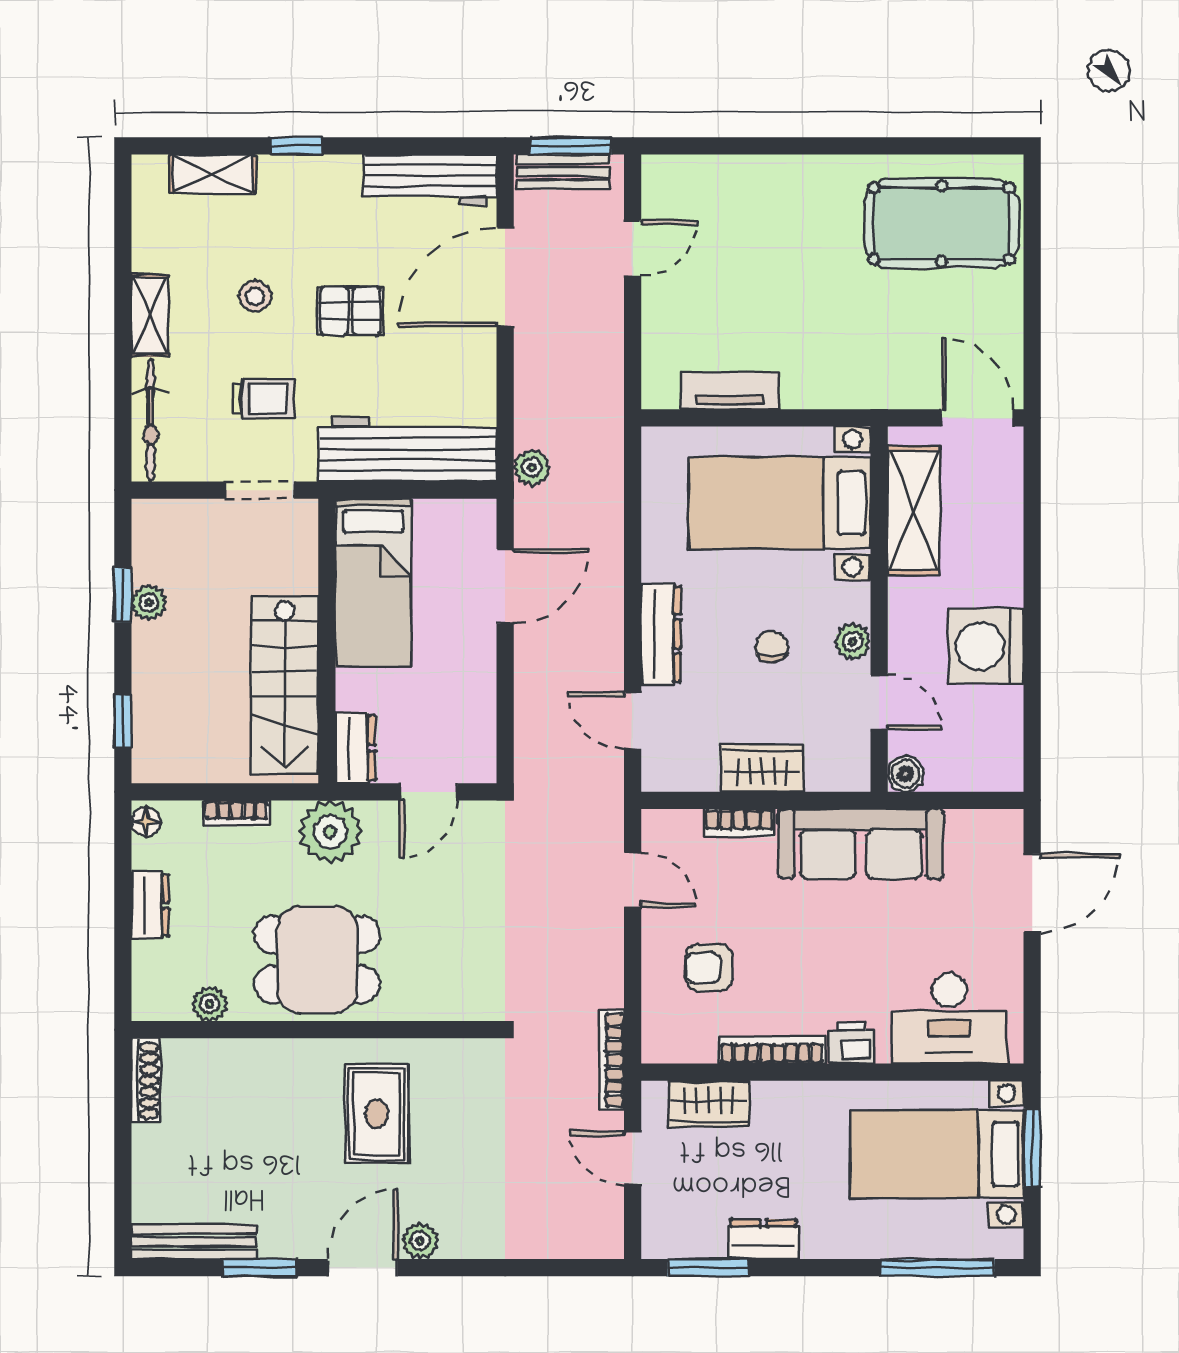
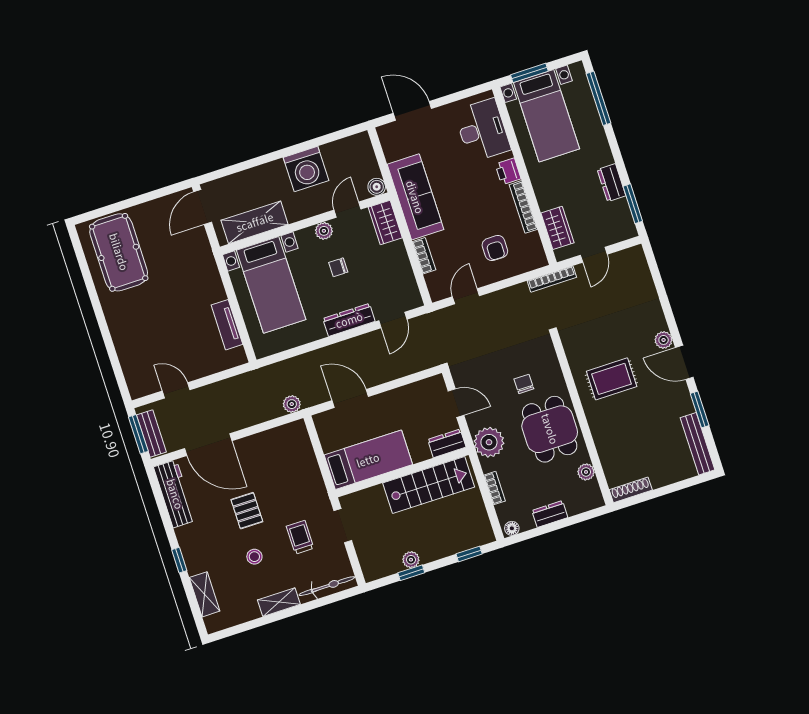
workbench: (408, 449) -> (302, 464), removed
wardrobe: (762, 768) -> (385, 223), moved
chair: (423, 938) -> (524, 384), added

